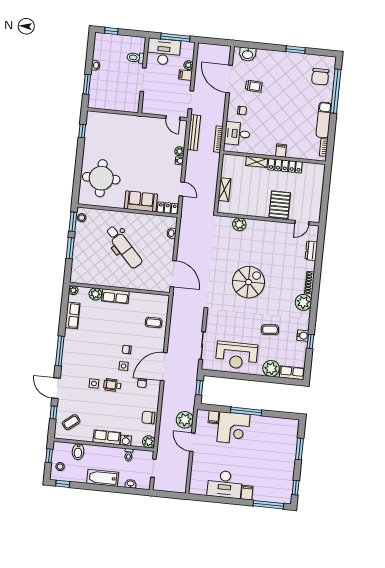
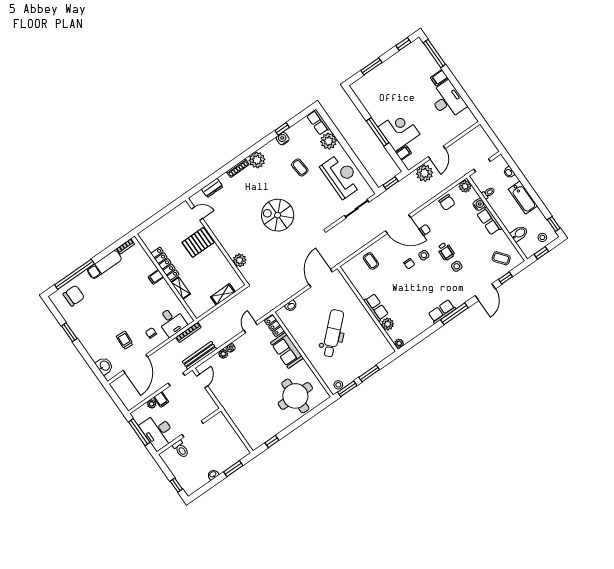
row of seats: (72, 315) -> (442, 311), moved

